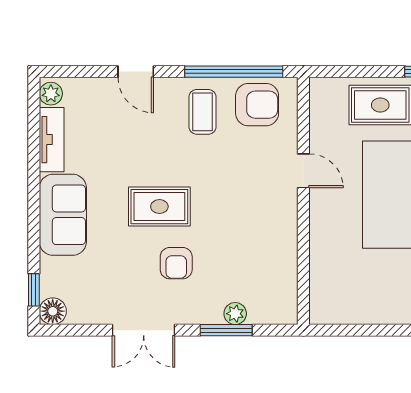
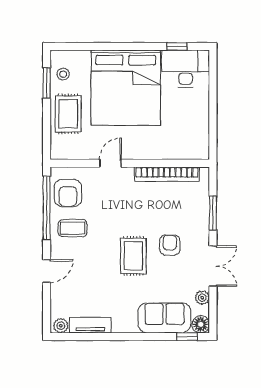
armchair: (257, 105) -> (68, 193), turned 180
sofa: (63, 215) -> (165, 318), moved
bookcase: (286, 259) -> (167, 174), added
armchair: (176, 263) -> (170, 245), turned -90
plant: (235, 314) -> (202, 298), moved

